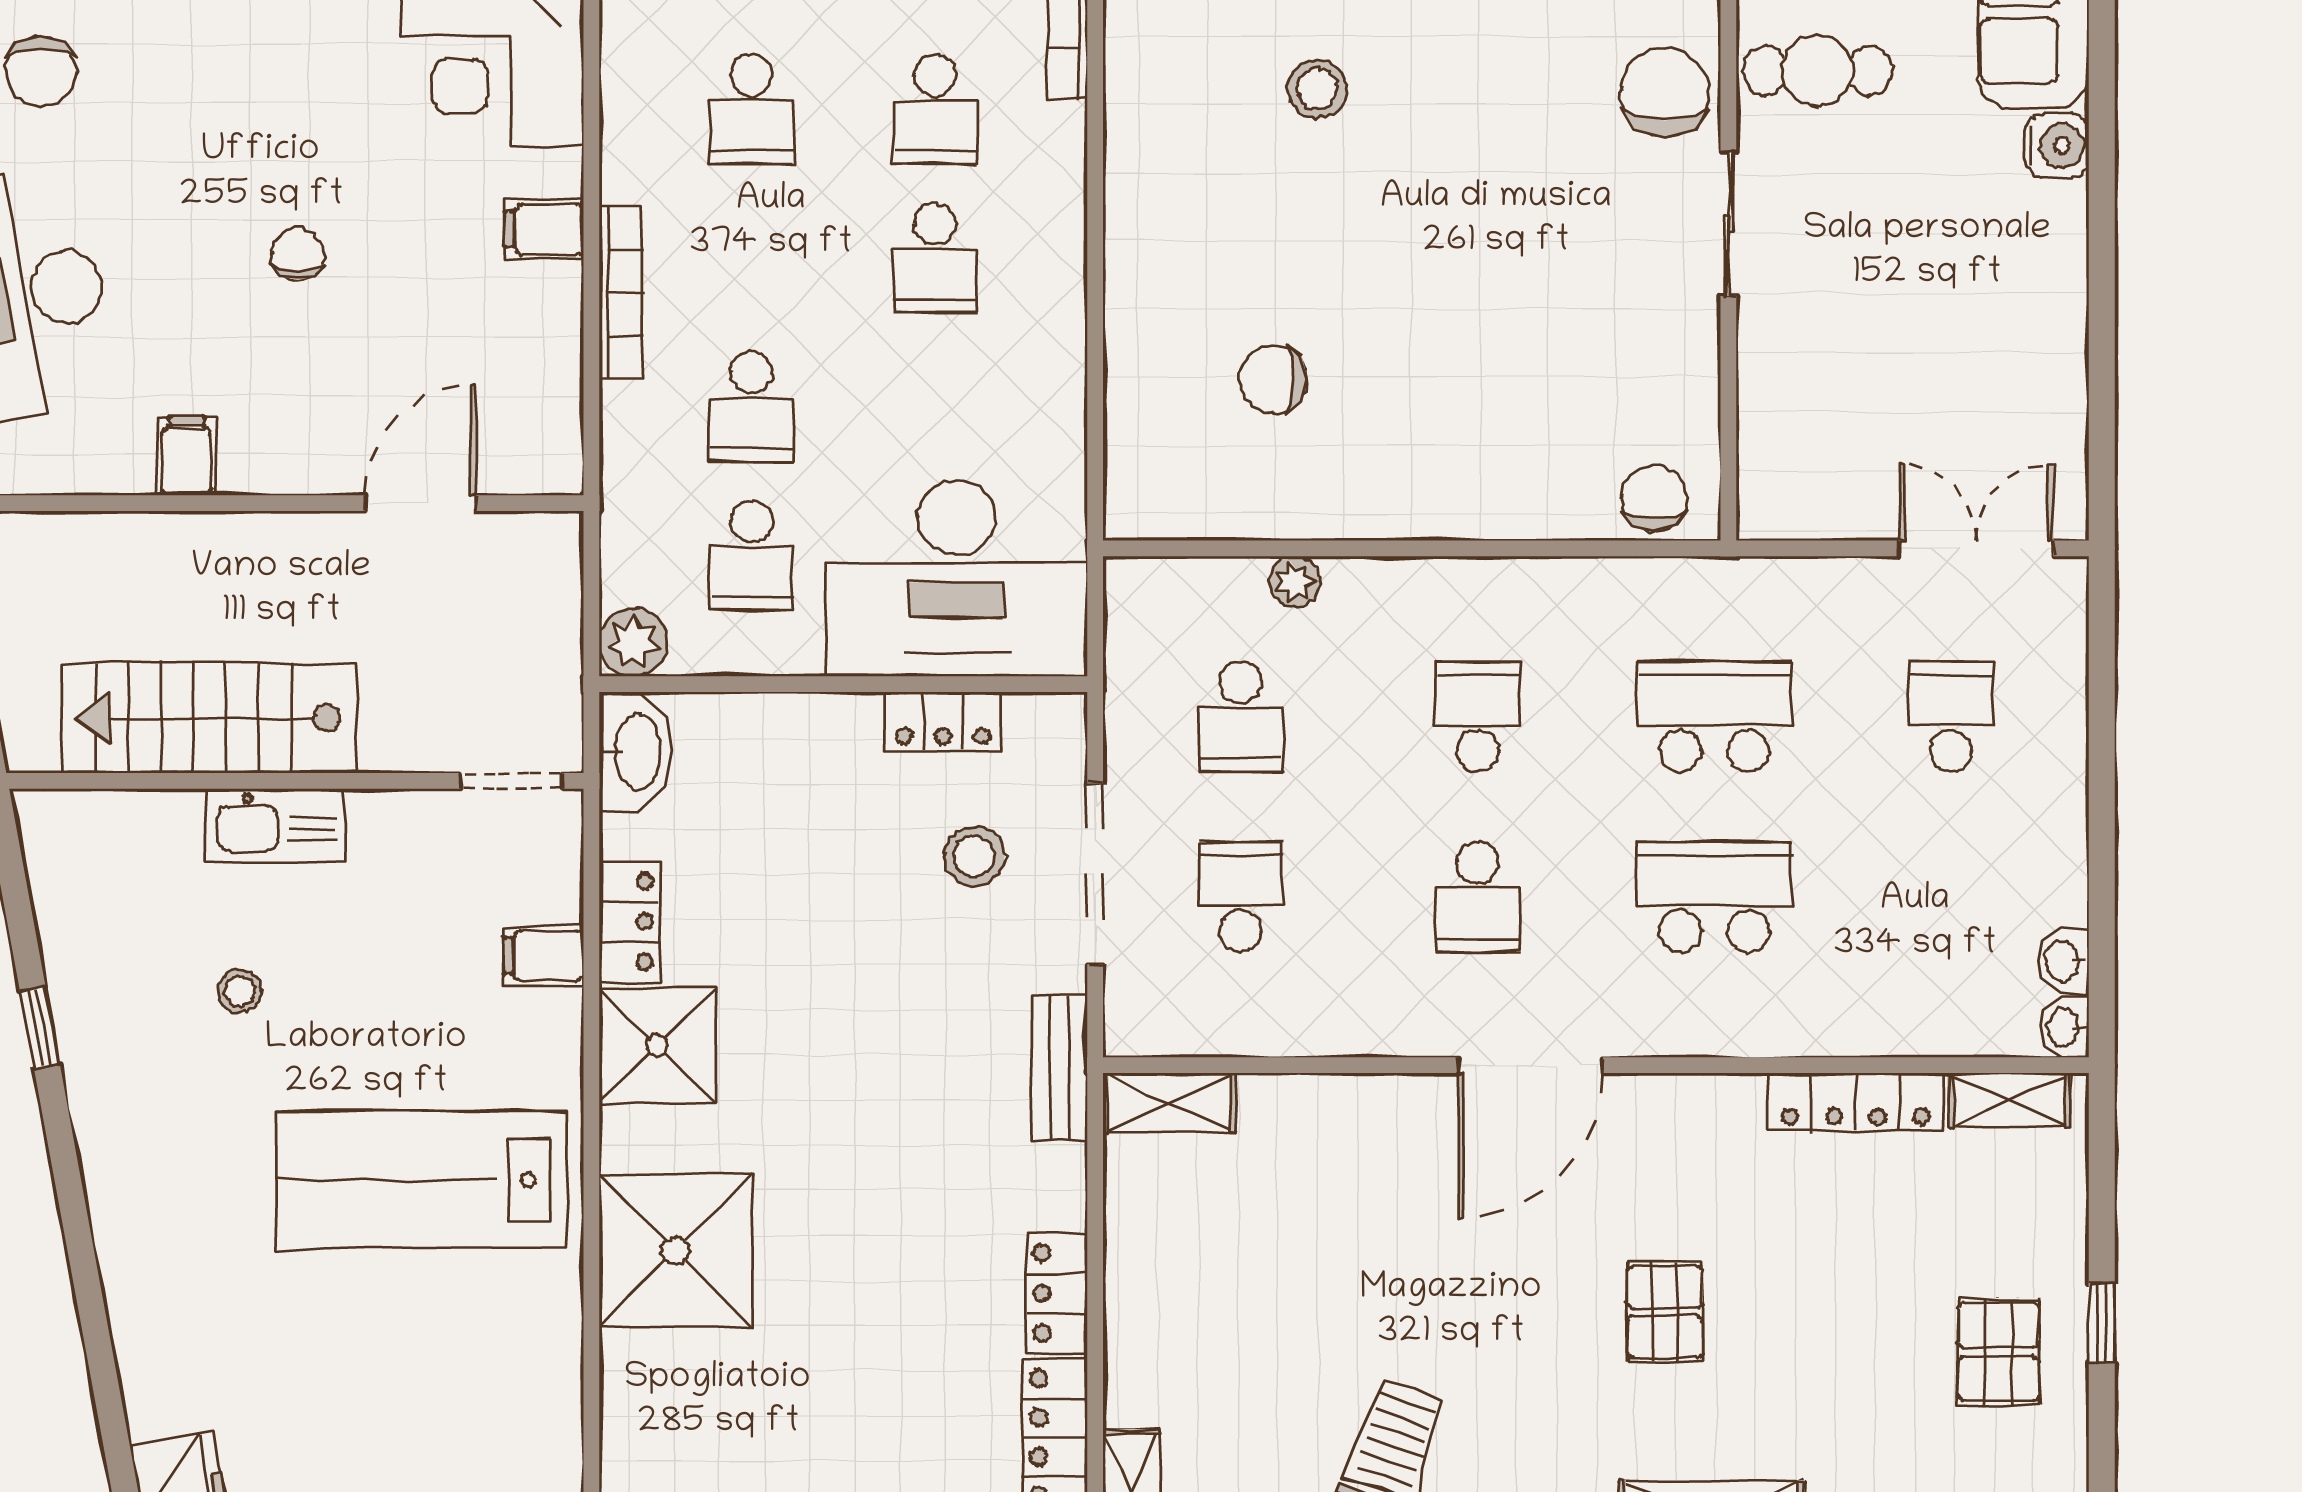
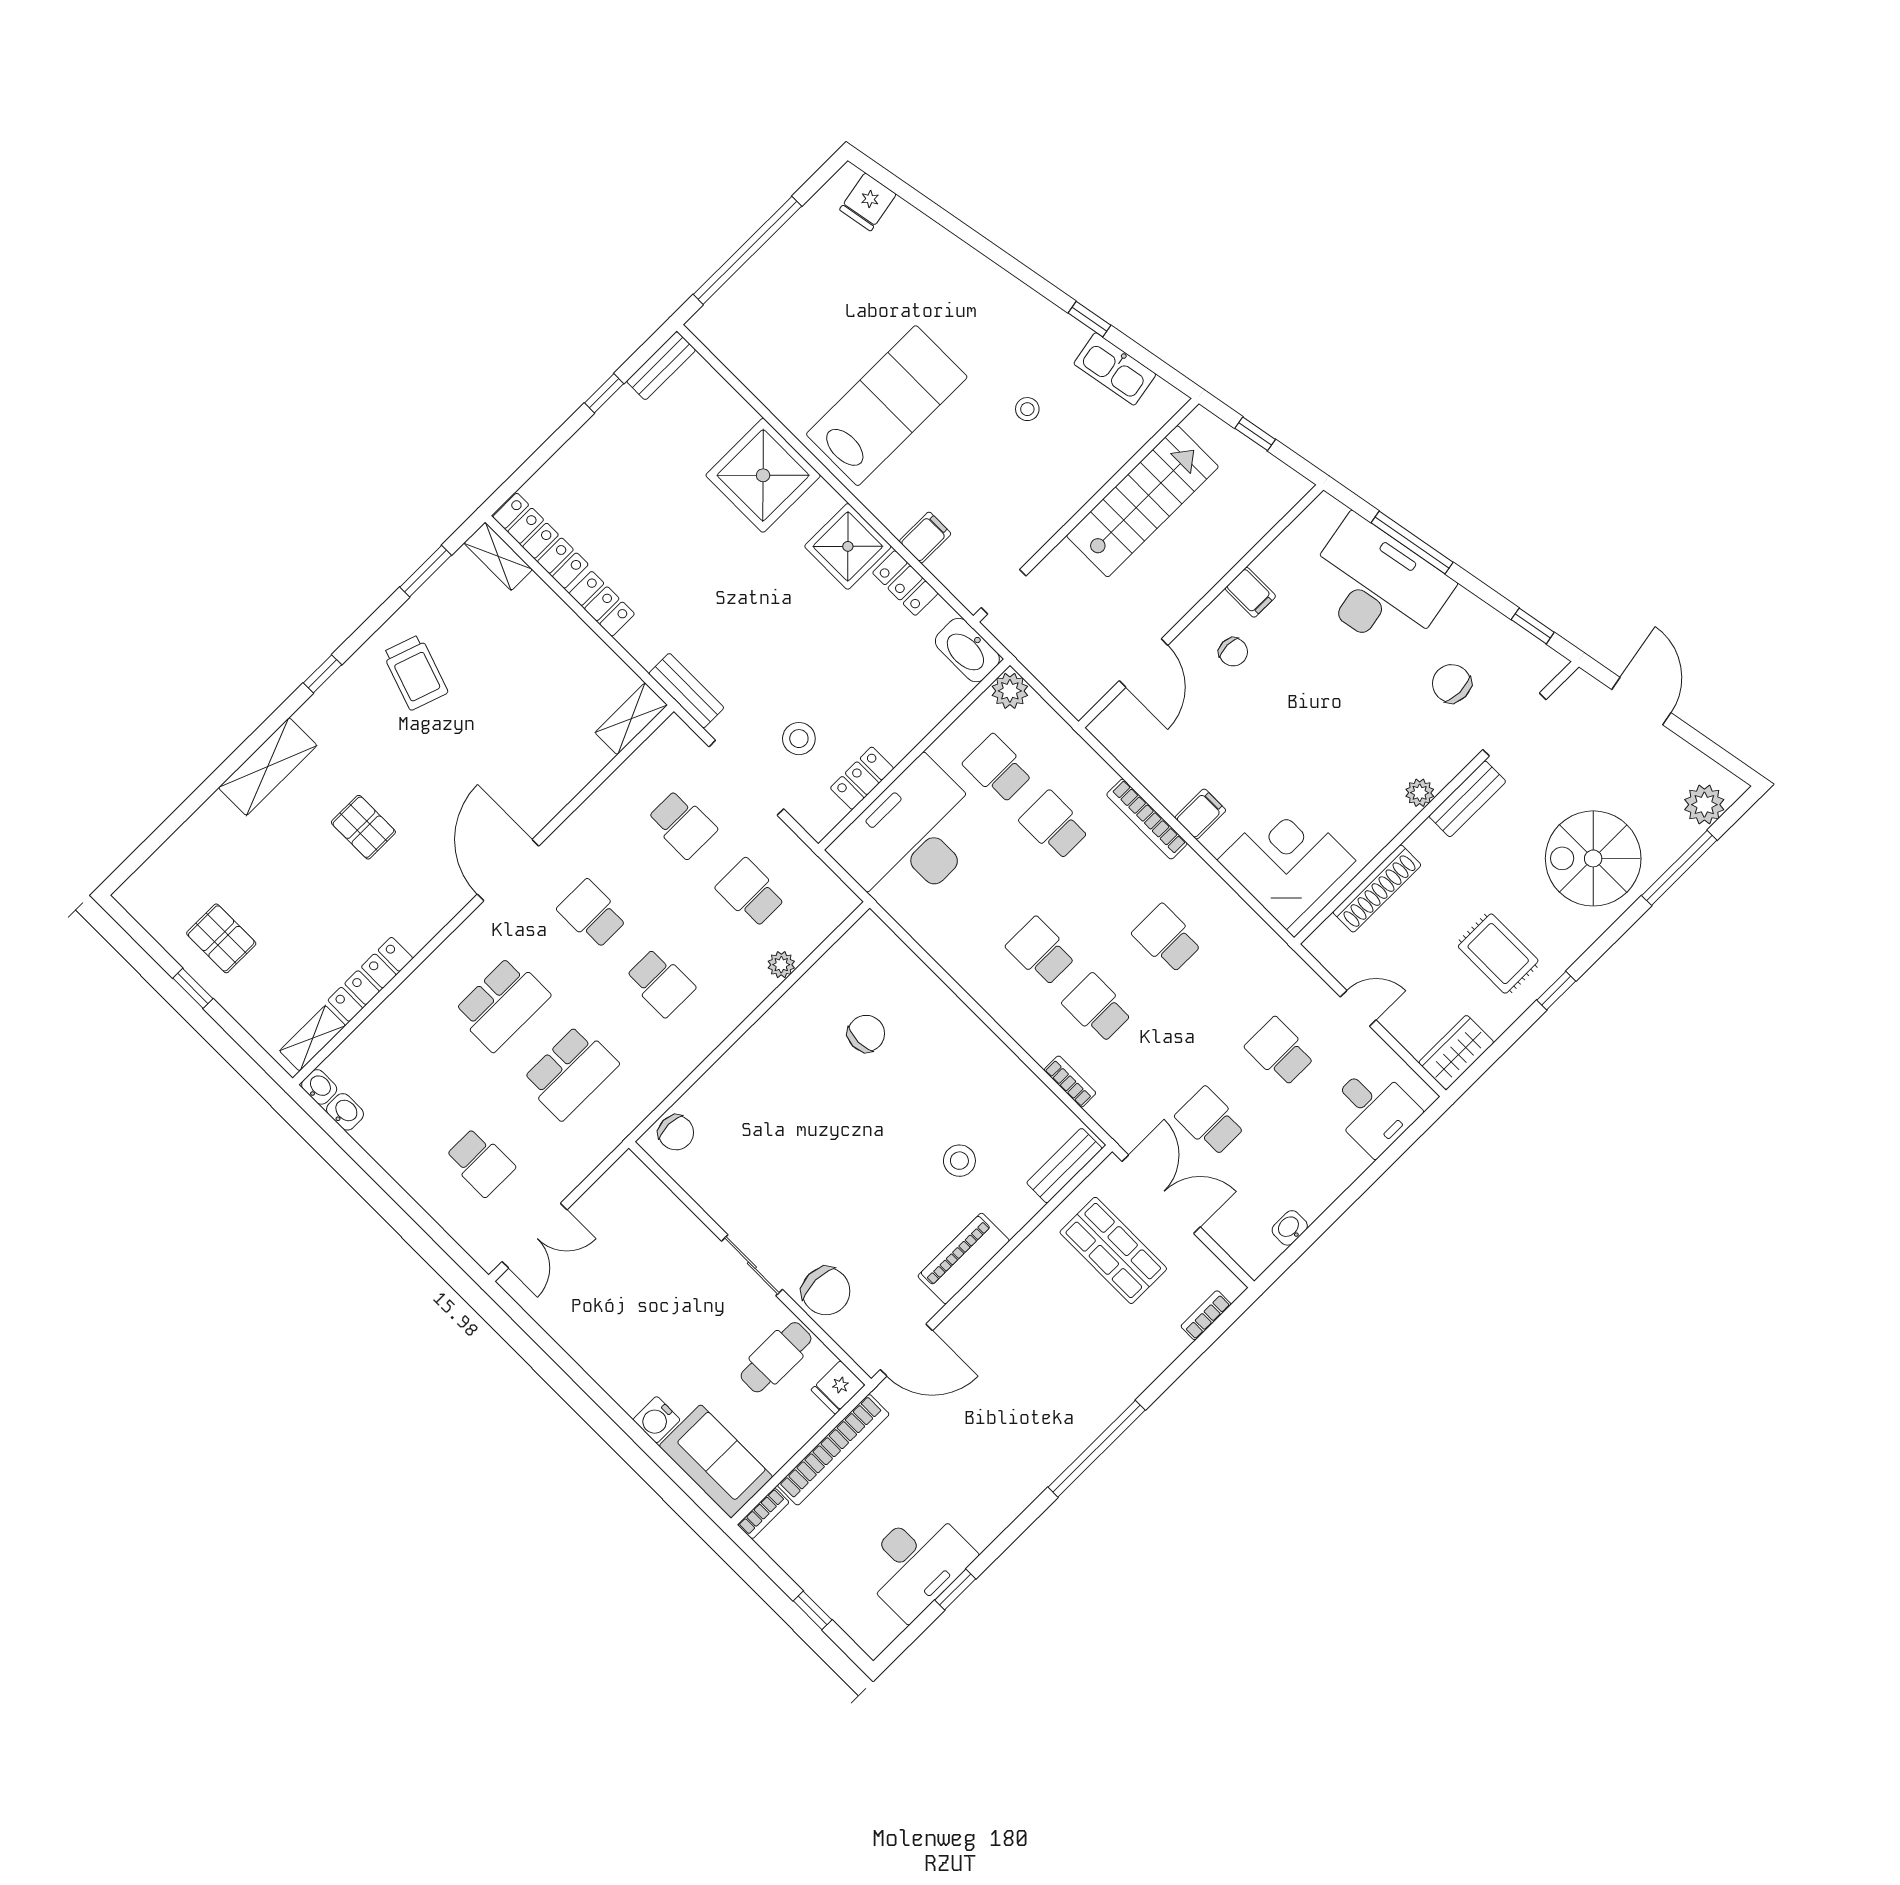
chair: (298, 254) -> (1233, 652), moved
kitchen sink: (275, 825) -> (1115, 369), moved, turned -100

